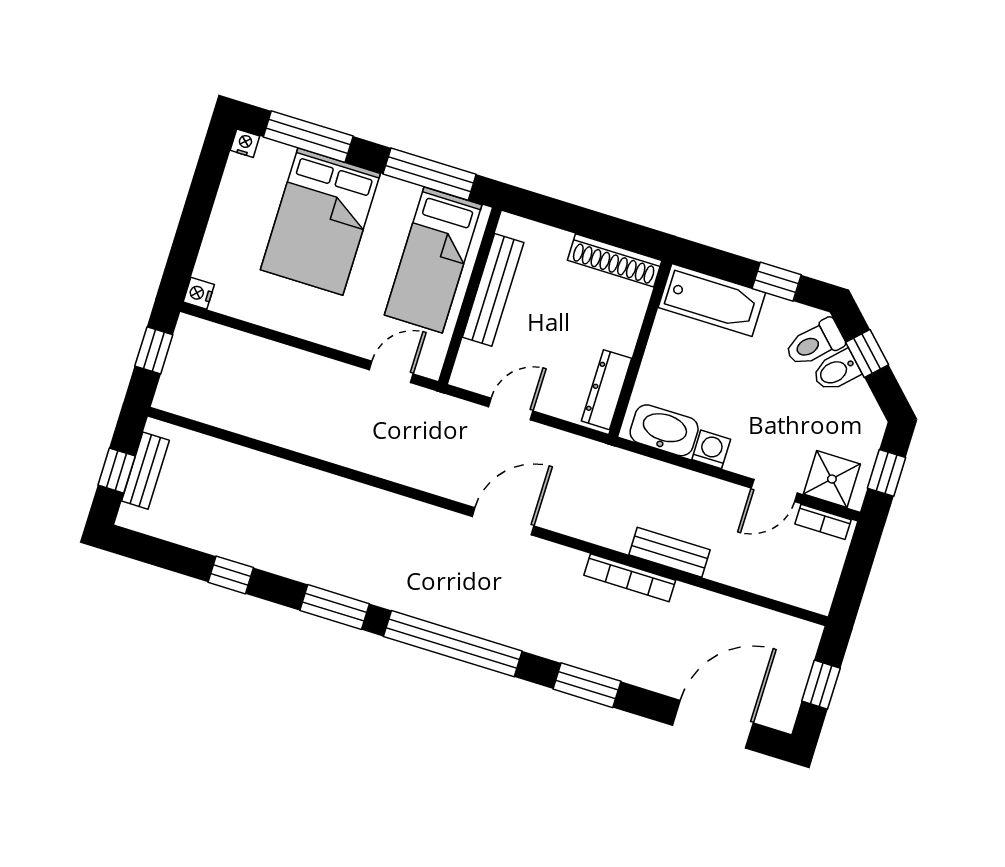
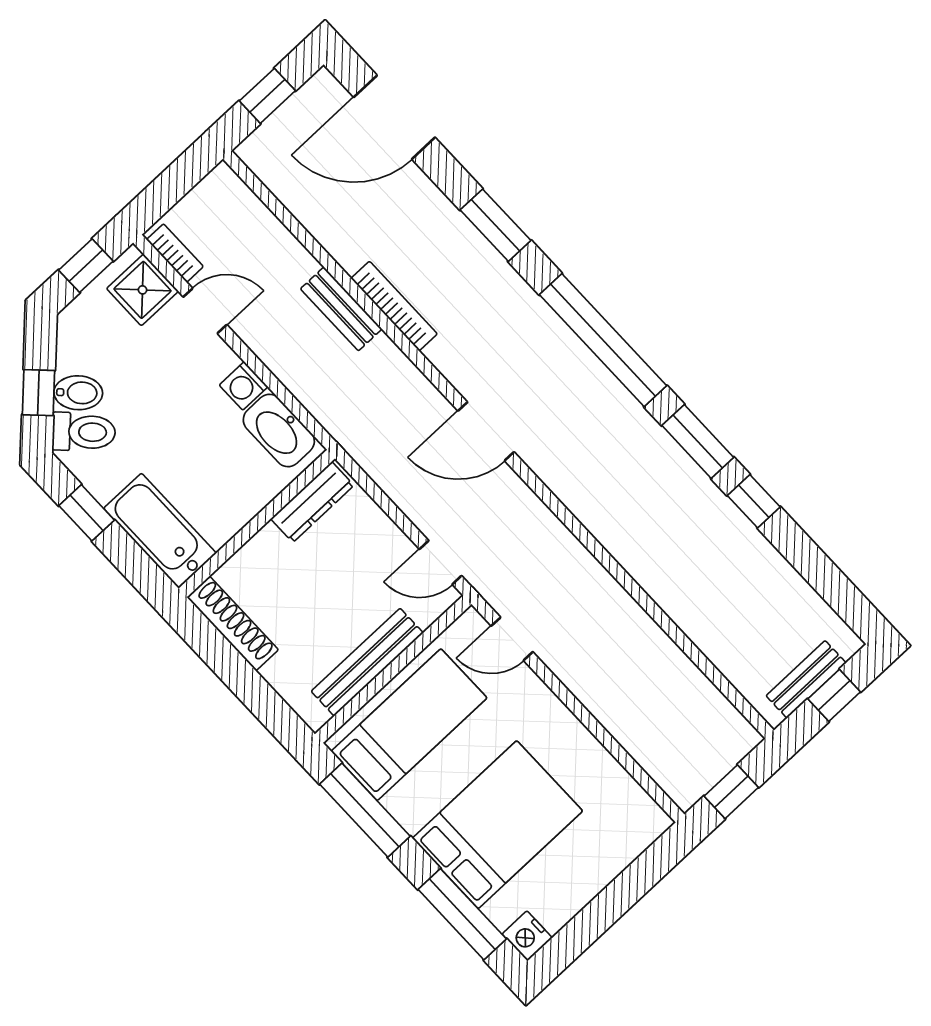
nightstand: (245, 143) -> (527, 936), width x1.39, depth x1.35
nightstand: (199, 293) -> (656, 822), removed
door: (511, 409) -> (440, 562), moved
window: (231, 575) -> (754, 501), moved

